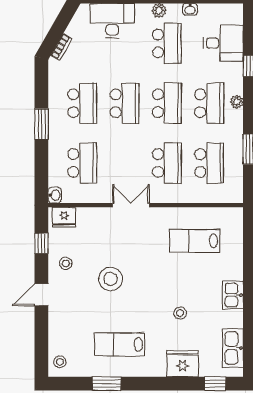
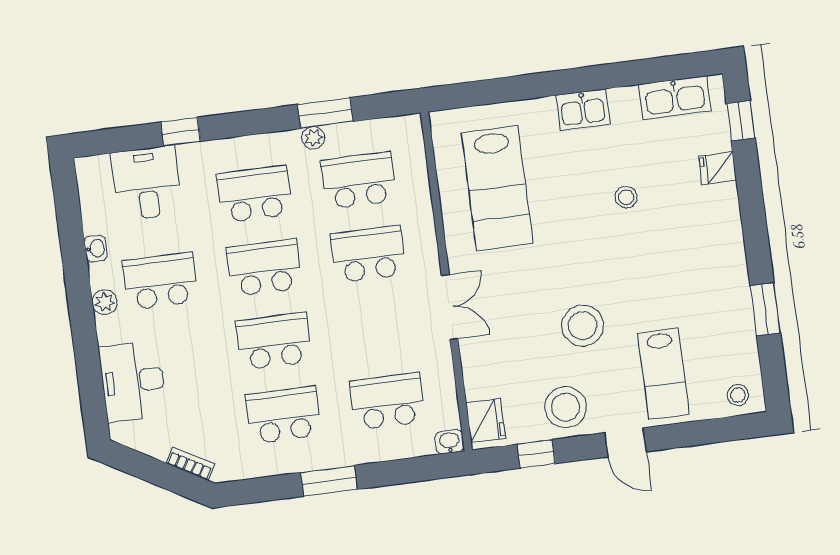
plant: (237, 102) -> (313, 138), moved
double door: (131, 205) -> (450, 307), swing flipped
lab bench: (195, 241) -> (497, 188), width x1.36, depth x1.39
stool: (66, 263) -> (566, 407), width x1.89, depth x1.89
lab bench: (119, 344) -> (664, 374), moved
fridge: (183, 364) -> (718, 168), width x0.53, depth x0.75

